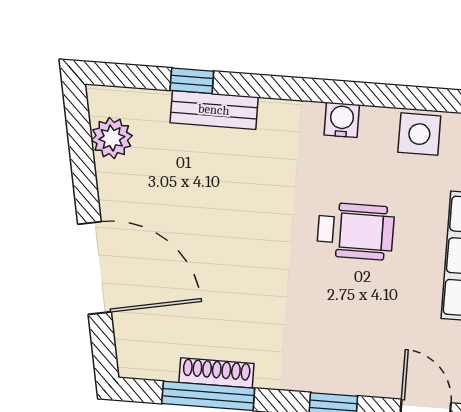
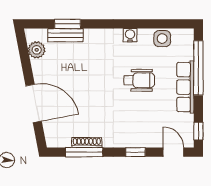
window: (192, 81) -> (68, 24), width x1.50
bench: (214, 110) -> (65, 35), moved

